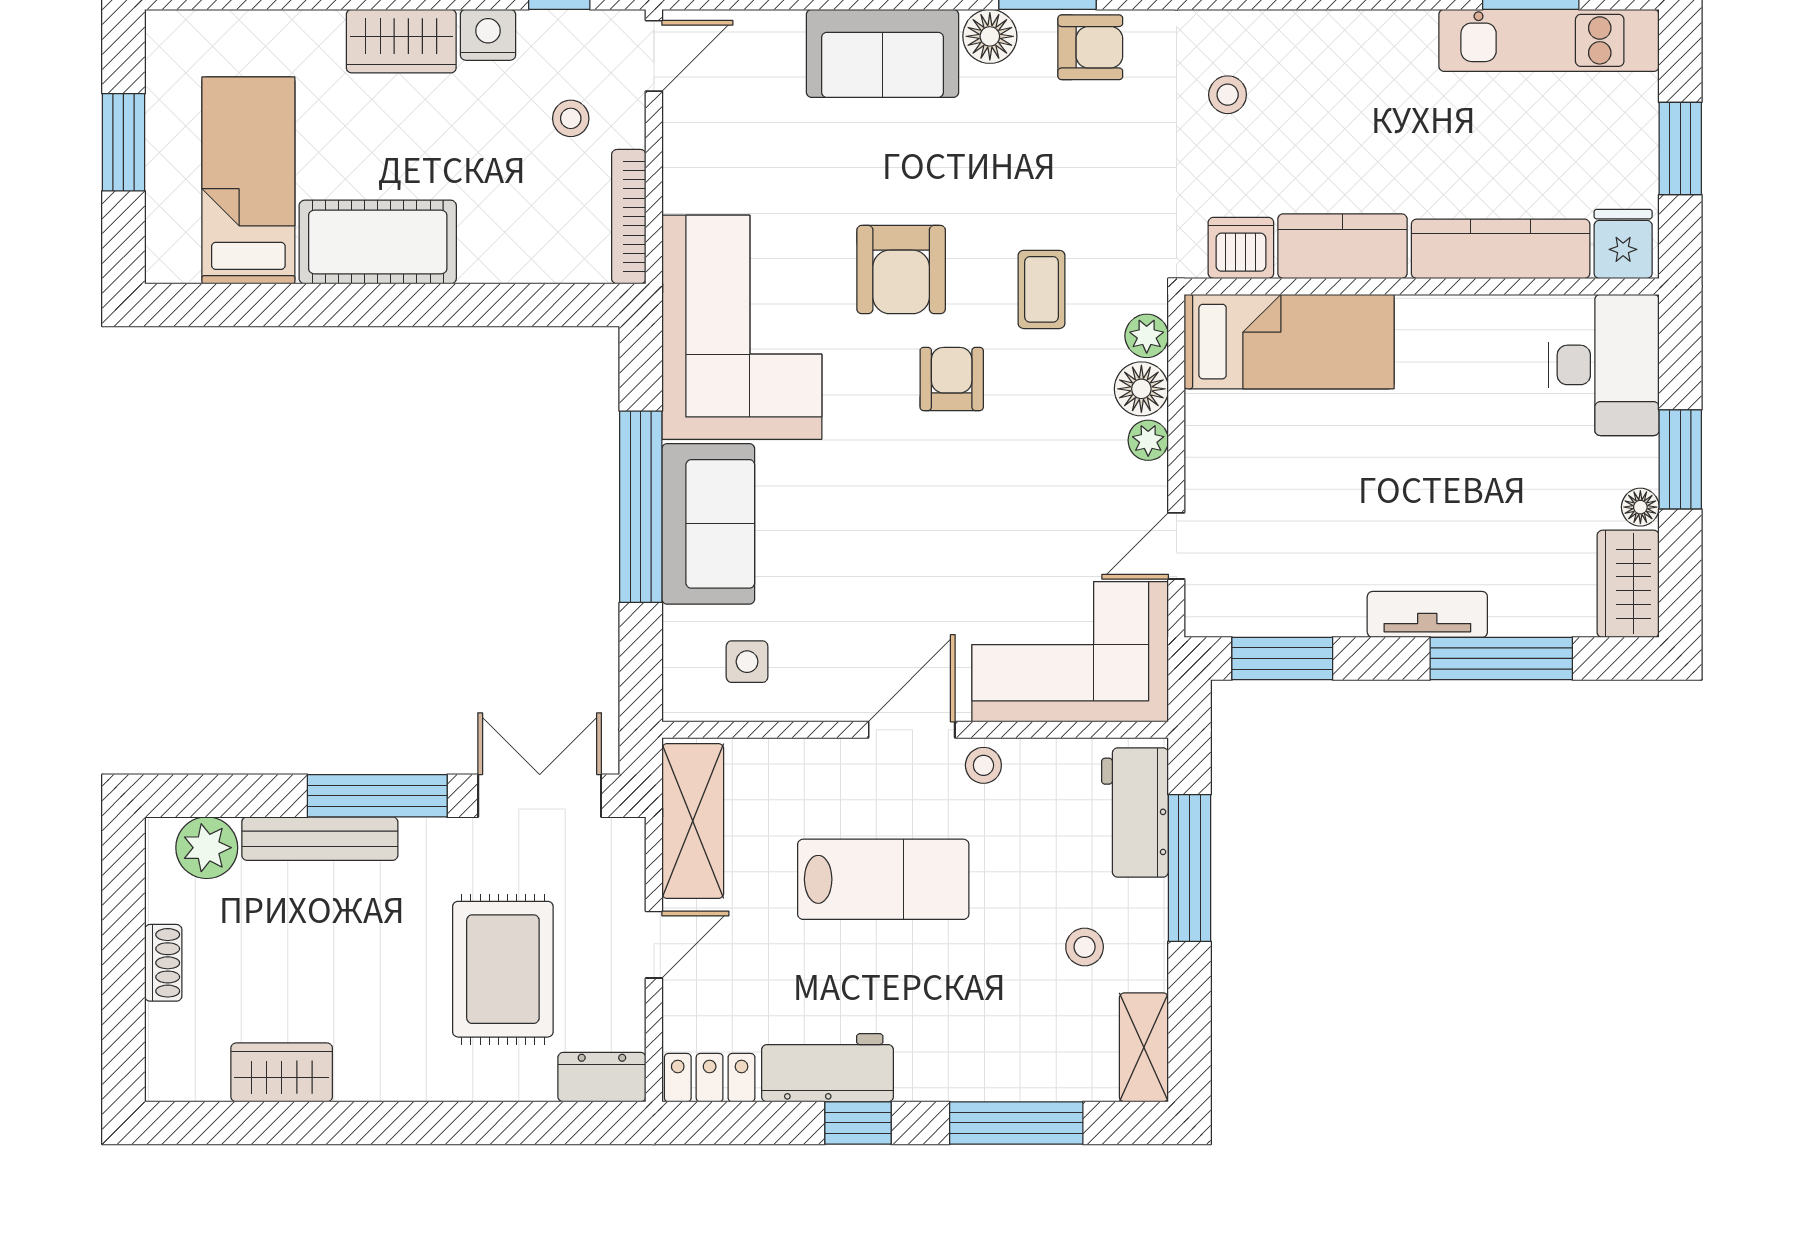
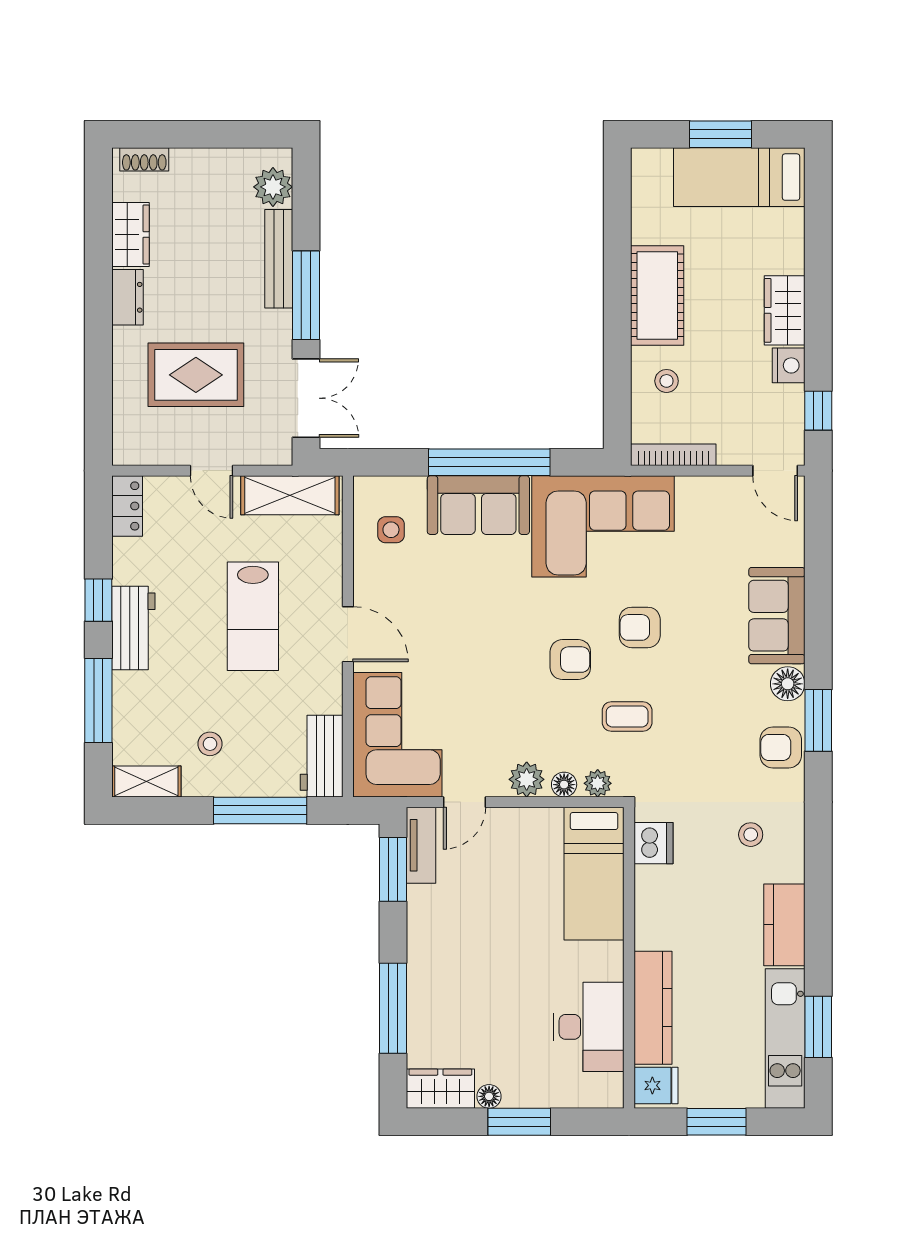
armchair: (1090, 47) -> (781, 747), turned 90
stool: (571, 118) -> (667, 381), moved
bed: (248, 180) -> (739, 177), moved, turned 180
kitchen counter: (1342, 246) -> (784, 925), moved, turned 180
armchair: (901, 270) -> (640, 627), width x0.72, depth x0.72
desk: (1604, 365) -> (589, 1027), moved, turned -90
floor lamp: (1141, 389) -> (564, 785), width x0.73, depth x0.73
plant: (1148, 440) -> (527, 779), width x1.38, depth x1.38
door: (1176, 546) -> (464, 802), swing flipped
tv unit: (1427, 614) -> (421, 845), moved
stool: (983, 765) -> (325, 680), removed
workbench: (1135, 813) -> (322, 756), moved, turned -90
shoe rack: (163, 963) -> (144, 159), moved
workbench: (828, 1068) -> (133, 628), moved
dresser: (602, 1077) -> (127, 297), moved

